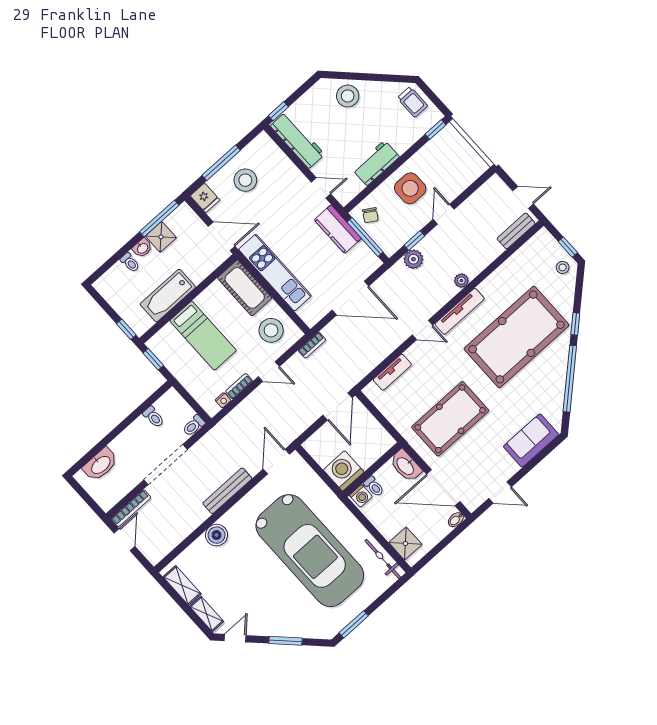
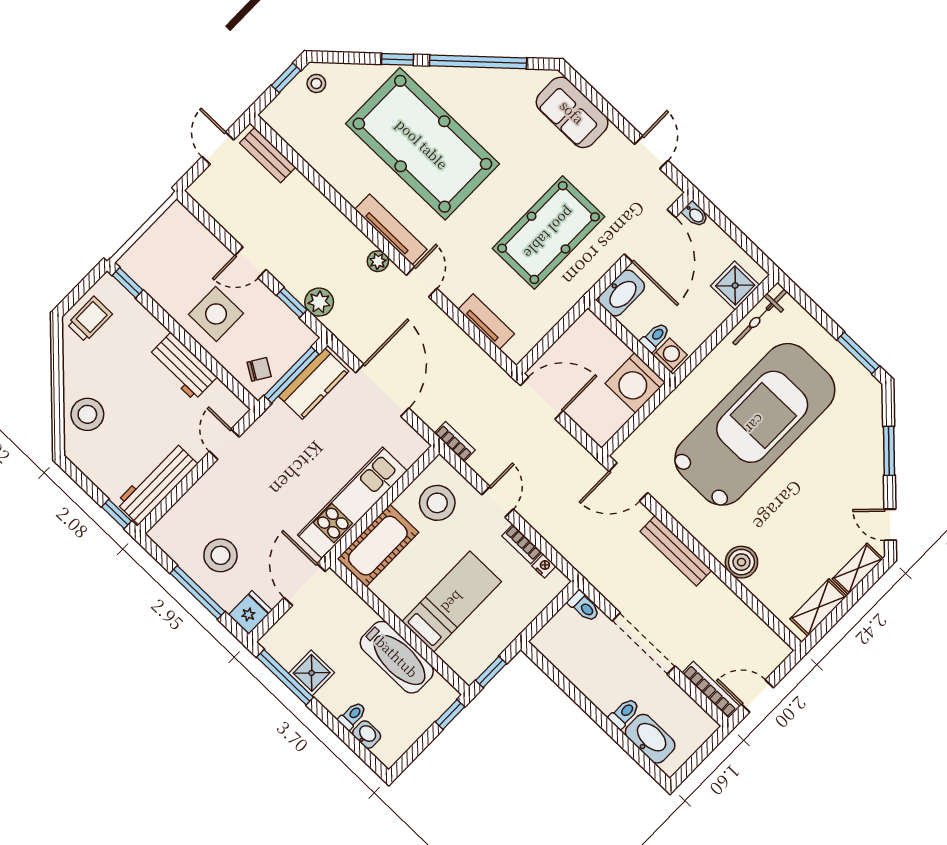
kitchen counter: (338, 229) -> (314, 384), moved
washbasin: (142, 248) -> (367, 735), moved
plant: (461, 281) -> (378, 261), moved
toilet: (154, 417) -> (624, 713), moved
pool table: (450, 419) -> (549, 233), turned 90

